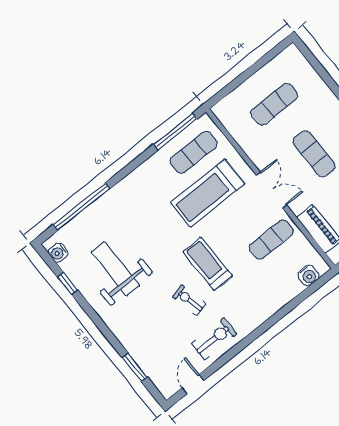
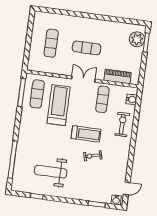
treadmill: (208, 193) -> (59, 105), turned 180
water cooler: (58, 253) -> (116, 200), moved
treadmill: (208, 264) -> (86, 134), turned 180
exercise bike: (214, 339) -> (122, 124), moved
door: (193, 384) -> (127, 188), swing flipped

